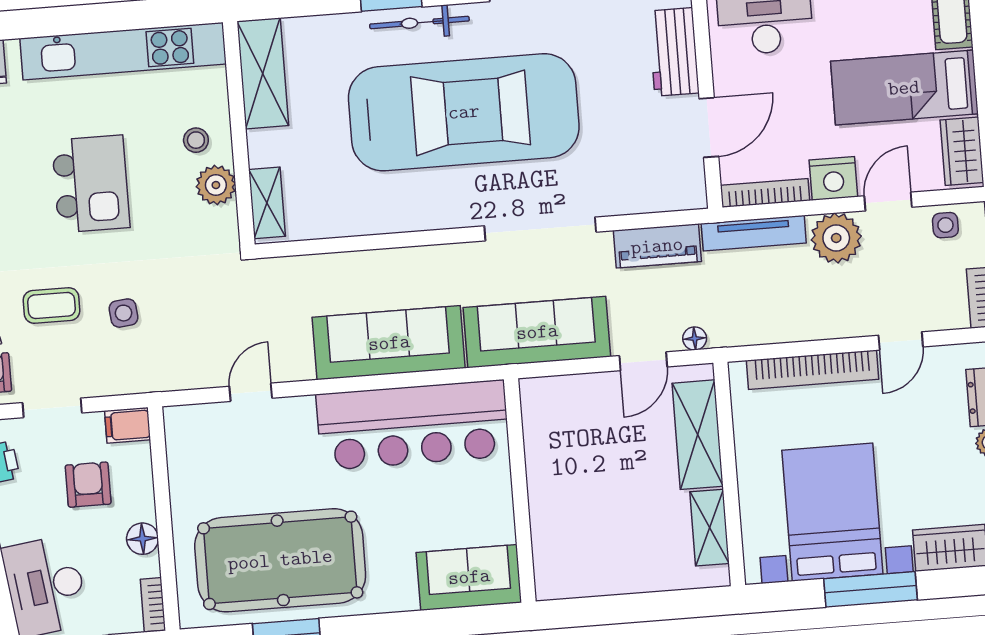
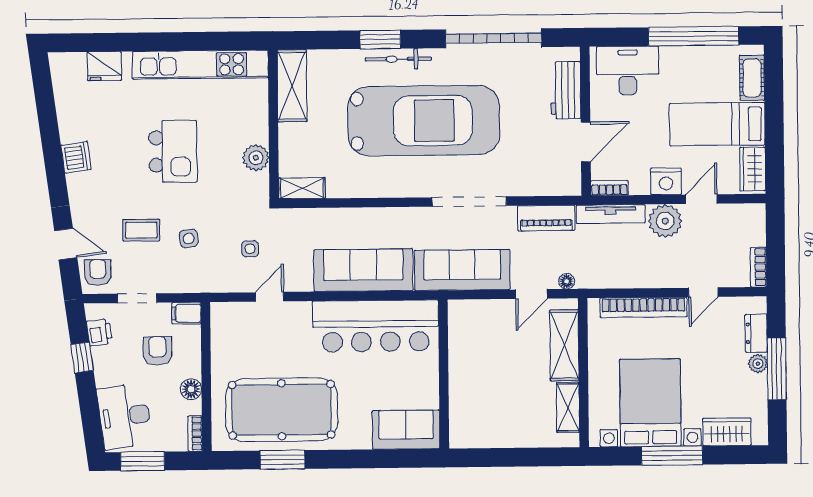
stool: (196, 140) -> (245, 127), removed
bookcase: (765, 193) -> (609, 188), width x0.64
shelving: (267, 203) -> (302, 188), moved, turned 90
side table: (945, 225) -> (250, 249), moved

